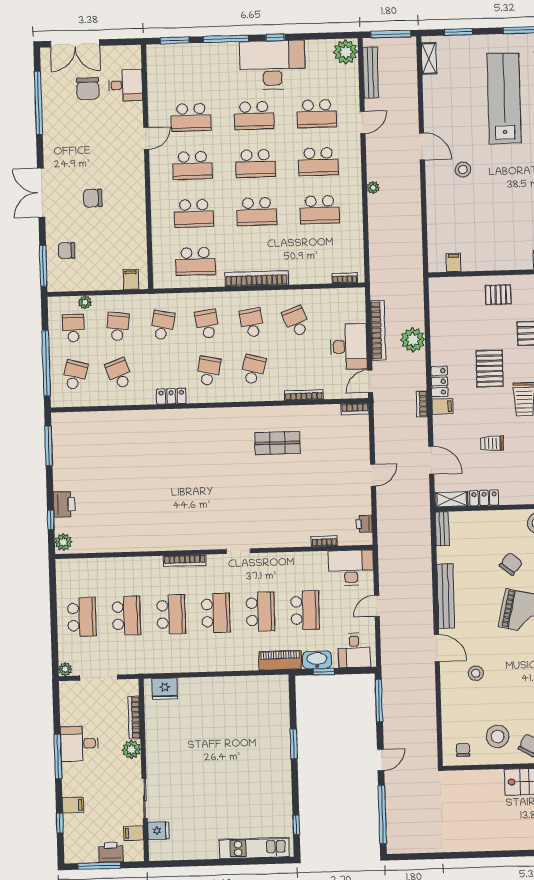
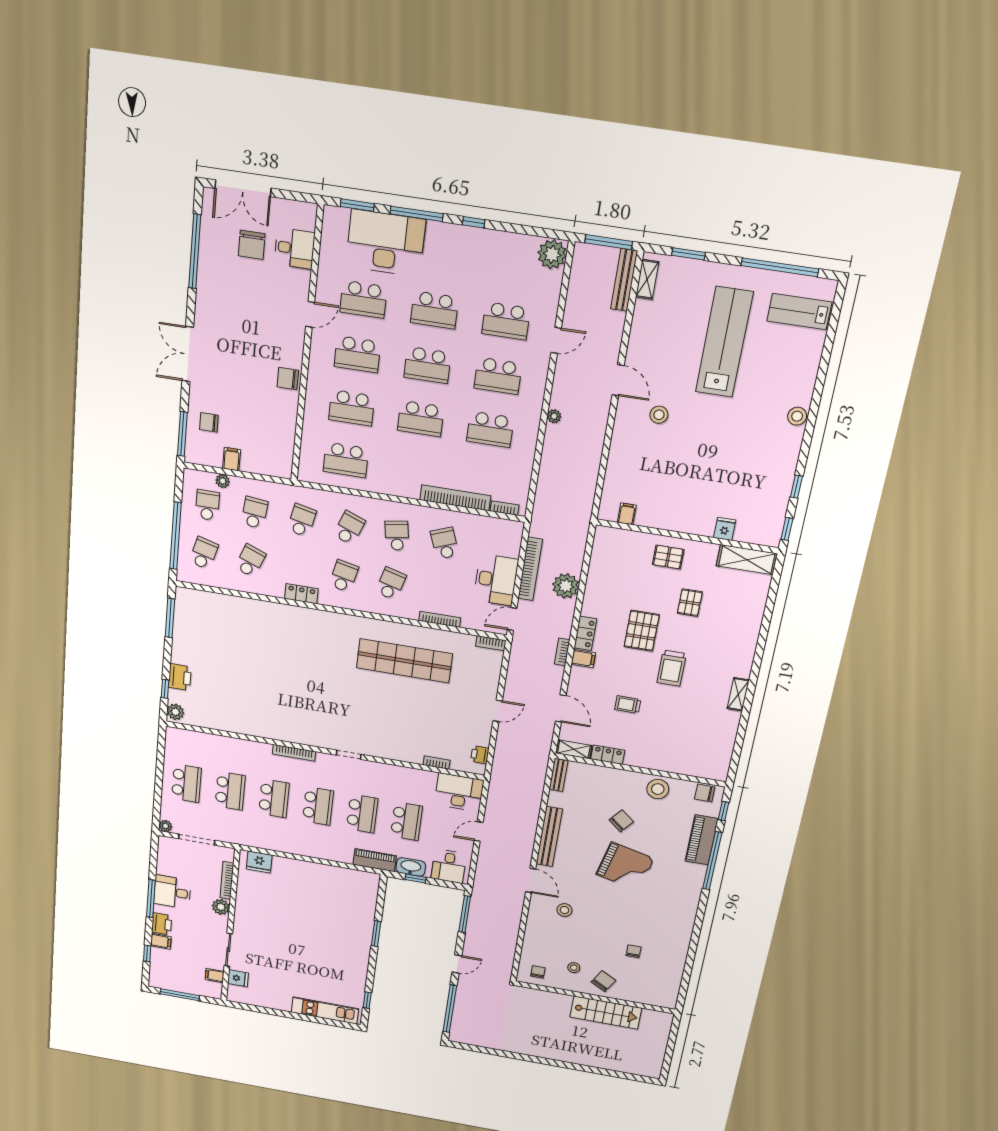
desk: (272, 65) -> (386, 243), moved
bench: (371, 72) -> (624, 280), moved
chair: (93, 198) -> (288, 379), moved
filing cabinet: (131, 279) -> (232, 459), moved
bookcase: (257, 279) -> (455, 498), moved
school desk: (207, 324) -> (349, 528), turned 30
school desk: (119, 374) -> (250, 561), turned 42
shop shelf: (277, 443) -> (404, 661), width x2.00, depth x1.36
stool: (498, 736) -> (574, 968), width x0.53, depth x0.53
printer: (111, 852) -> (162, 924), moved, turned 90

